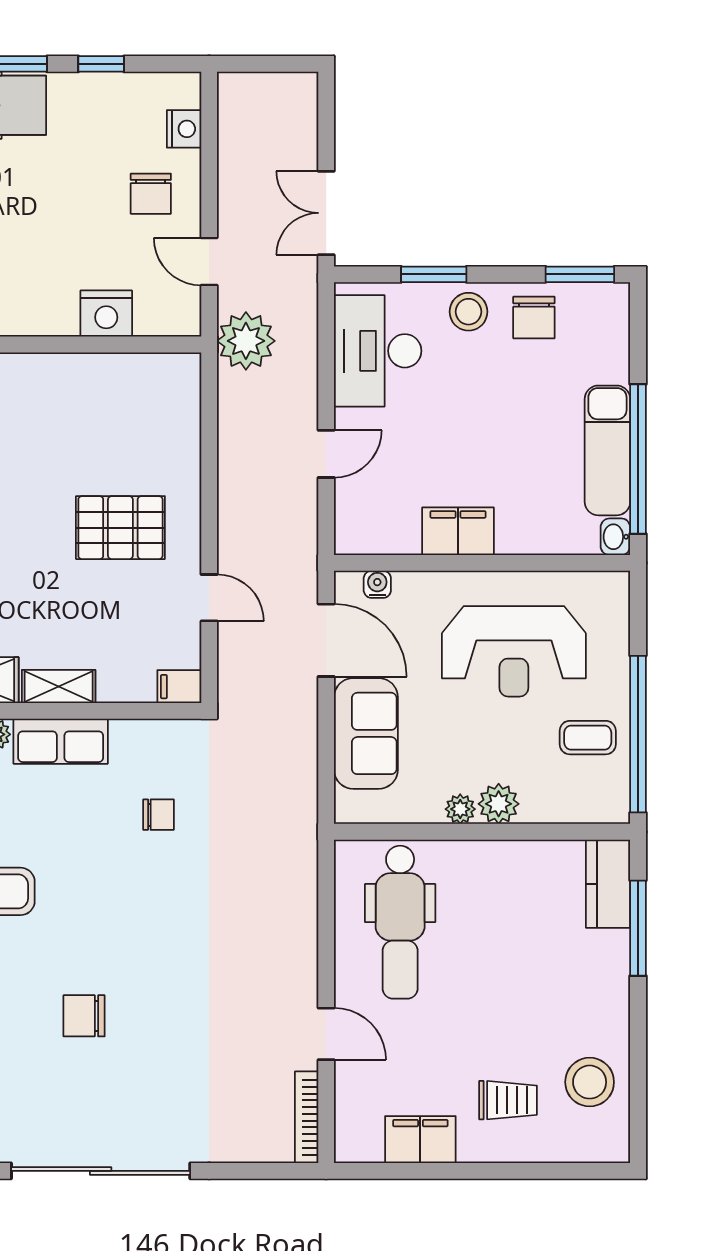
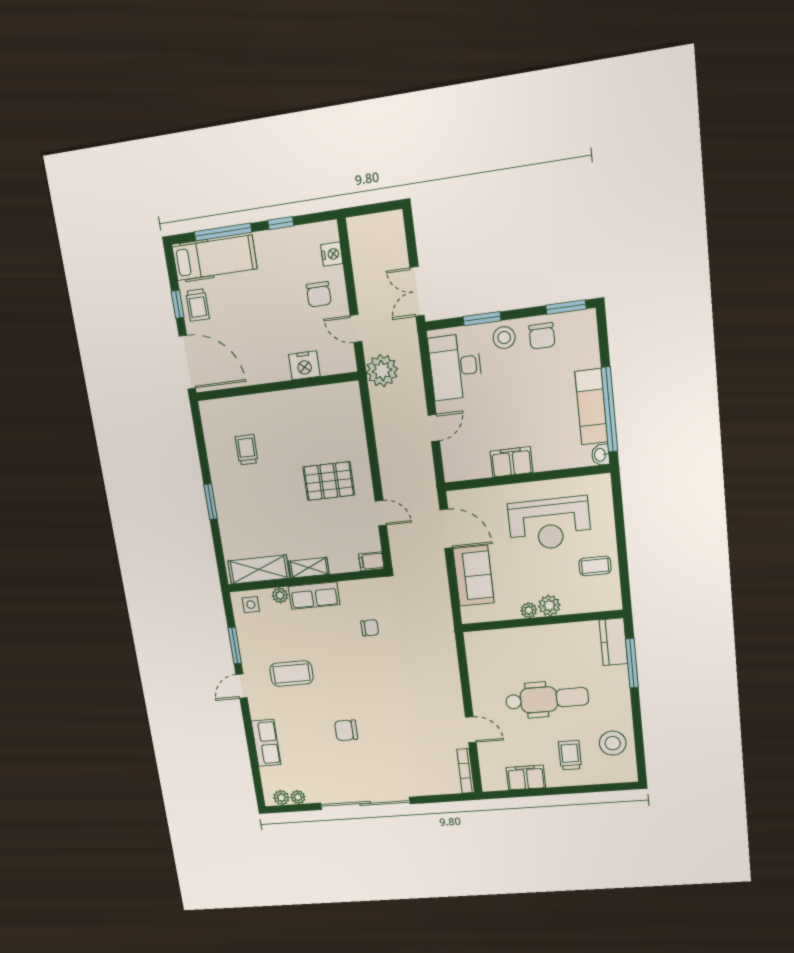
water cooler: (377, 584) -> (470, 496), removed
window: (638, 734) -> (623, 561), removed
dental chair: (400, 922) -> (547, 699), moved, turned -90
trolley: (508, 1100) -> (570, 755), turned -90

